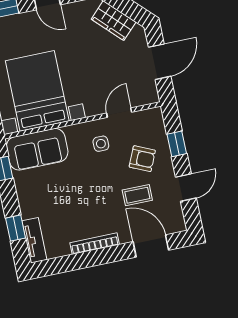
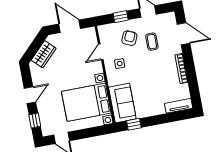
door: (119, 113) -> (101, 52), hinge flipped
window: (16, 228) -> (171, 117), removed
door: (151, 246) -> (183, 34), swing flipped

